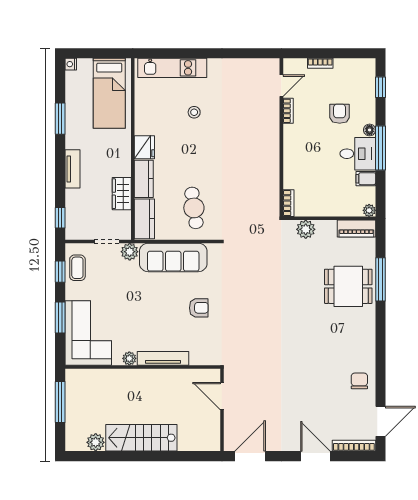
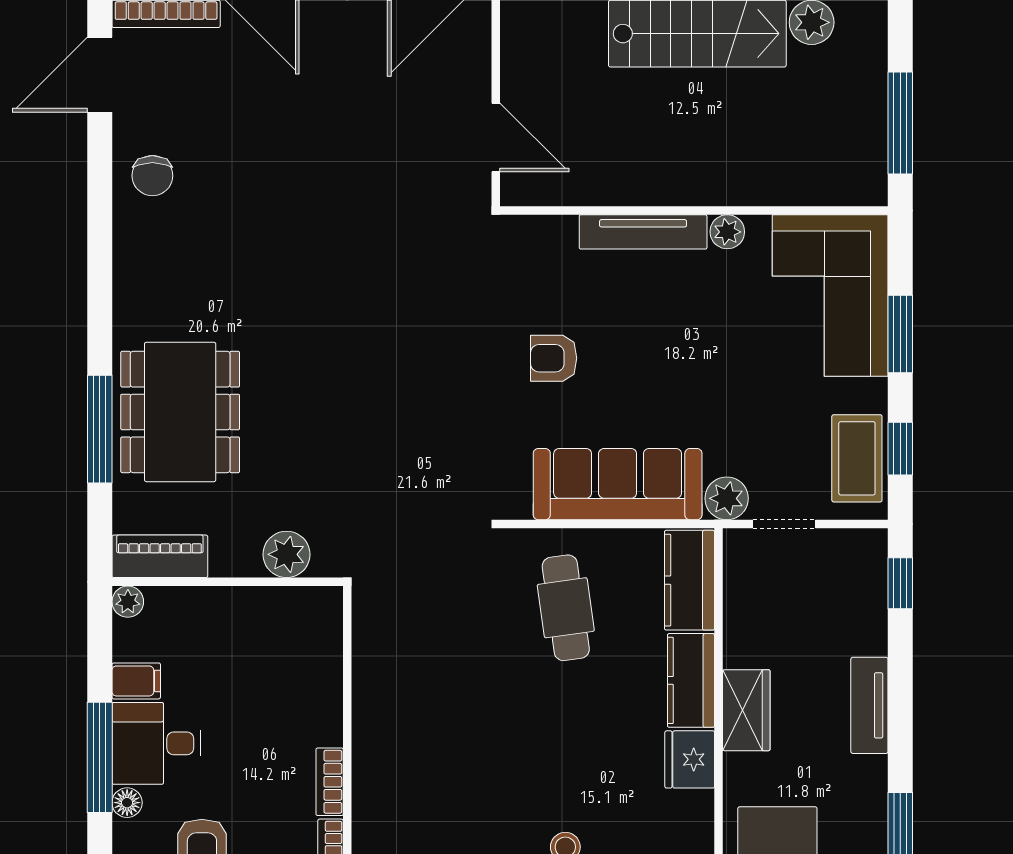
wardrobe: (122, 194) -> (746, 710), moved
bookcase: (288, 203) -> (330, 782), moved
coffee table: (77, 268) -> (857, 458), width x1.36, depth x1.30
dining table: (348, 286) -> (180, 412), width x1.38

